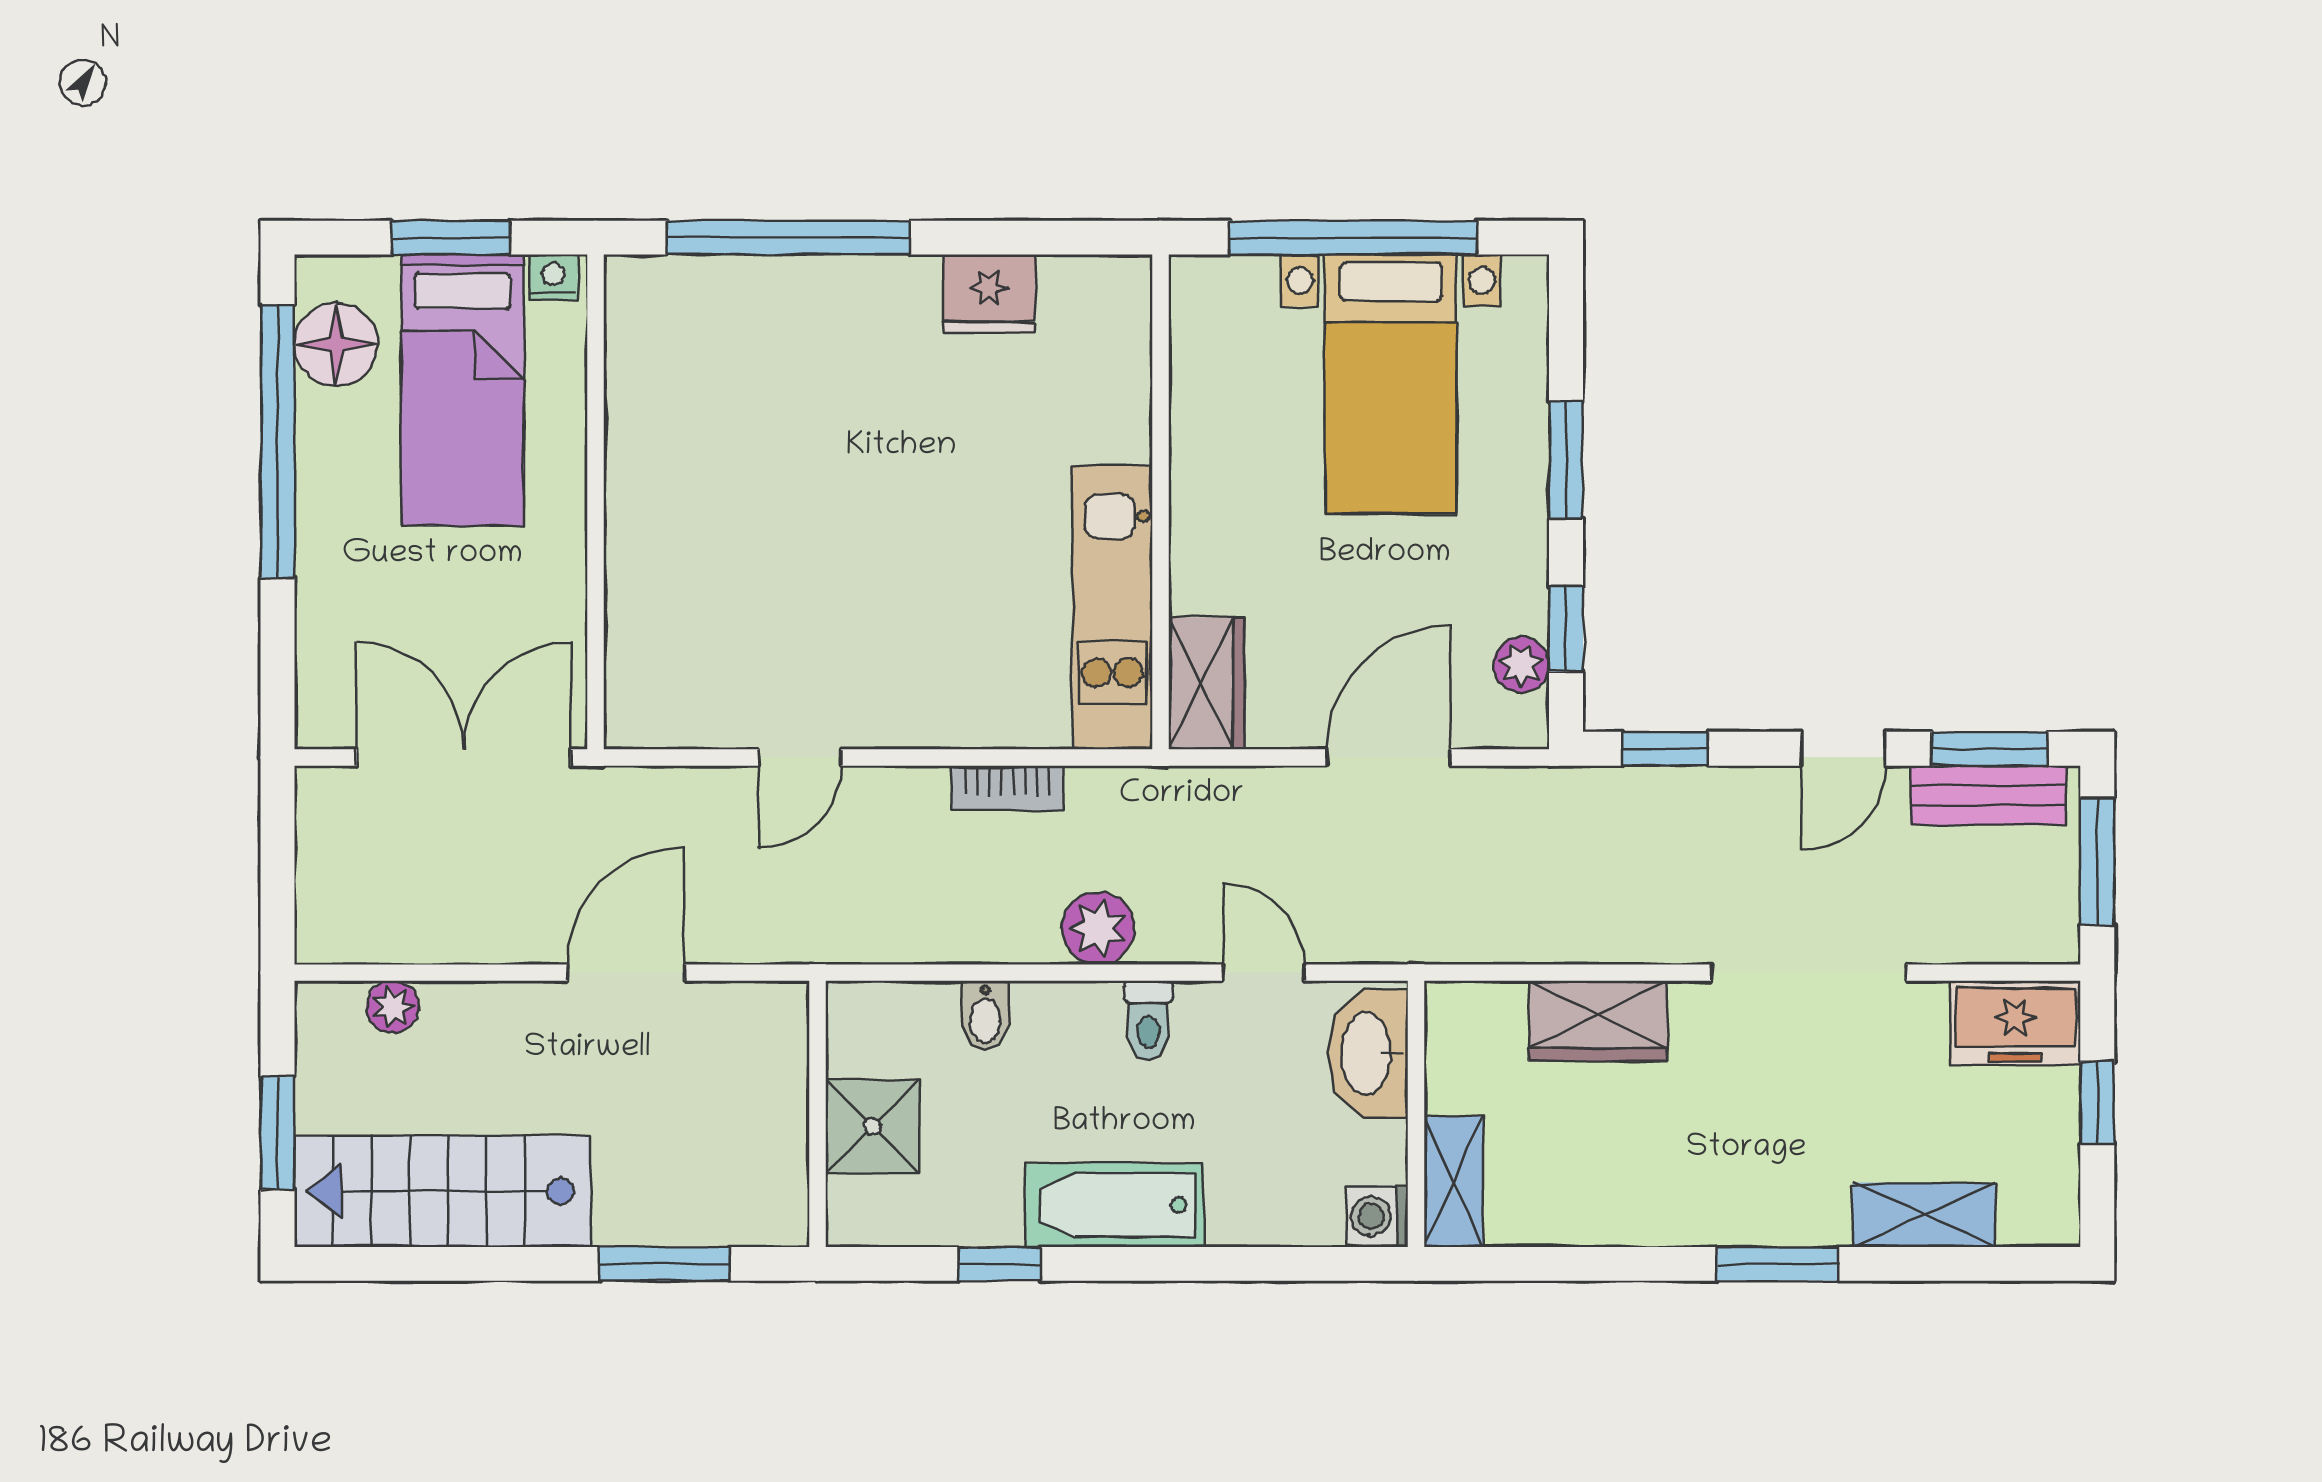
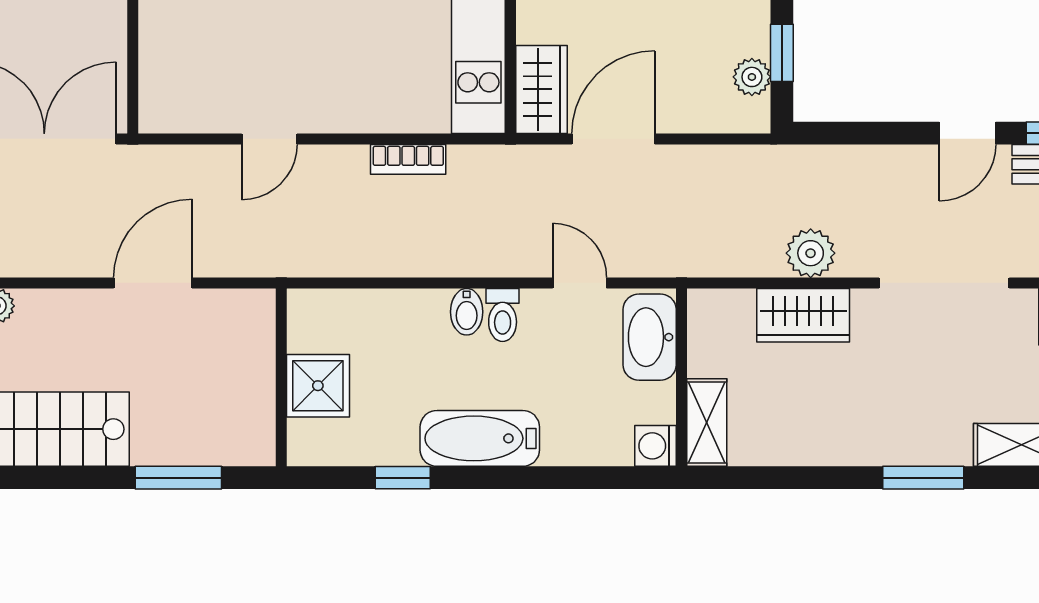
window: (1665, 749) -> (848, 133), removed
door: (1389, 757) -> (613, 139), moved
plant: (1098, 928) -> (811, 253), moved
bidet: (985, 1016) -> (467, 312), moved

